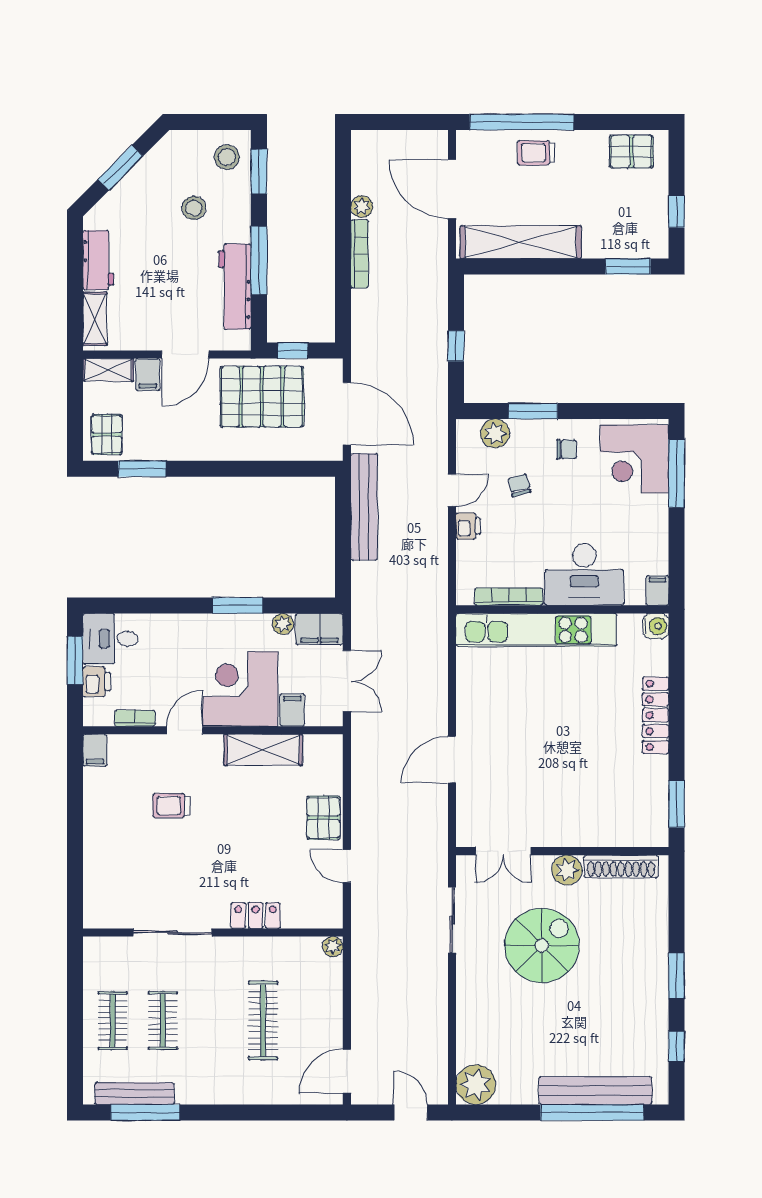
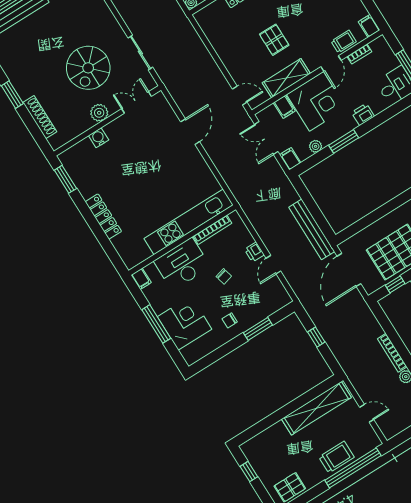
trolley: (536, 153) -> (336, 457), width x1.36, depth x1.39
door: (452, 189) -> (367, 413), width x0.53
window: (628, 267) -> (256, 430), removed
door: (347, 414) -> (349, 270), hinge flipped
plant: (495, 433) -> (270, 306), removed
corner desk: (635, 459) -> (185, 323), moved
window: (677, 473) -> (156, 324), moved
chair: (519, 485) -> (224, 276), moved
water cooler: (656, 626) -> (99, 138), moved, turned 90
filing cabinet: (319, 629) -> (290, 159), width x0.50
printer: (97, 682) -> (363, 114), moved, turned 90
trolley: (171, 806) -> (344, 42), moved
pallet: (323, 818) -> (274, 40), moved
door: (347, 866) -> (240, 96), moved
shoe rack: (621, 866) -> (40, 117), moved, turned 90

